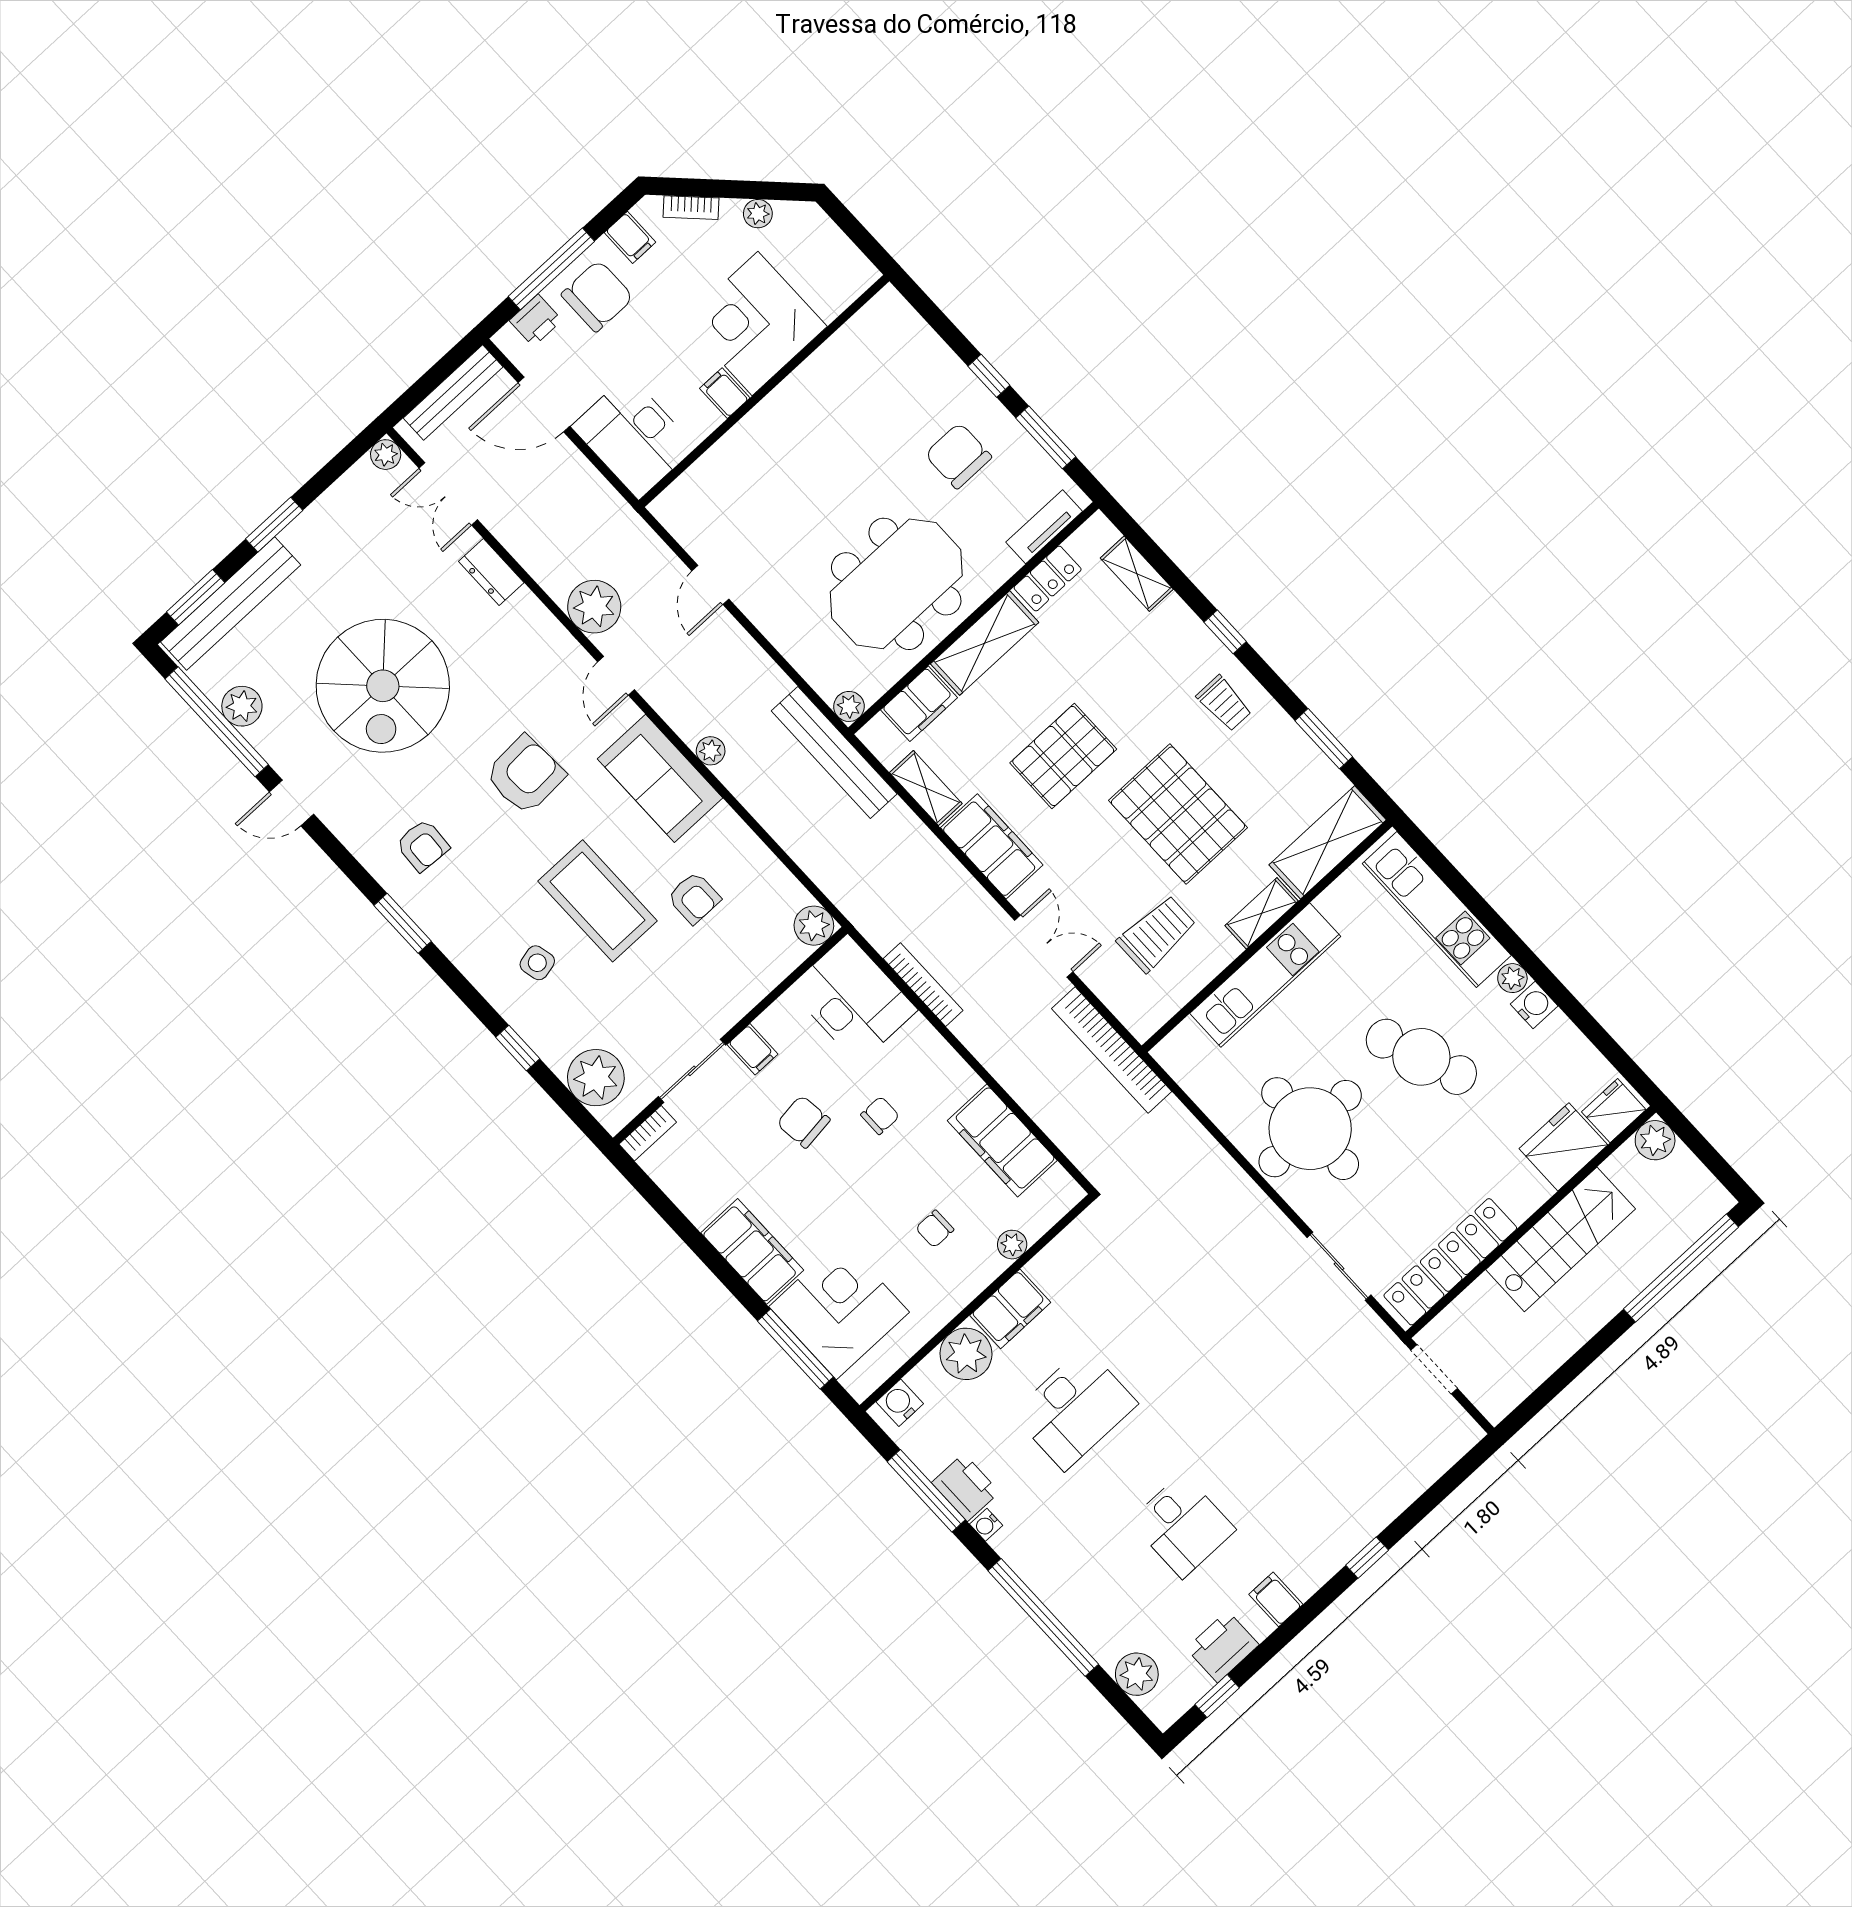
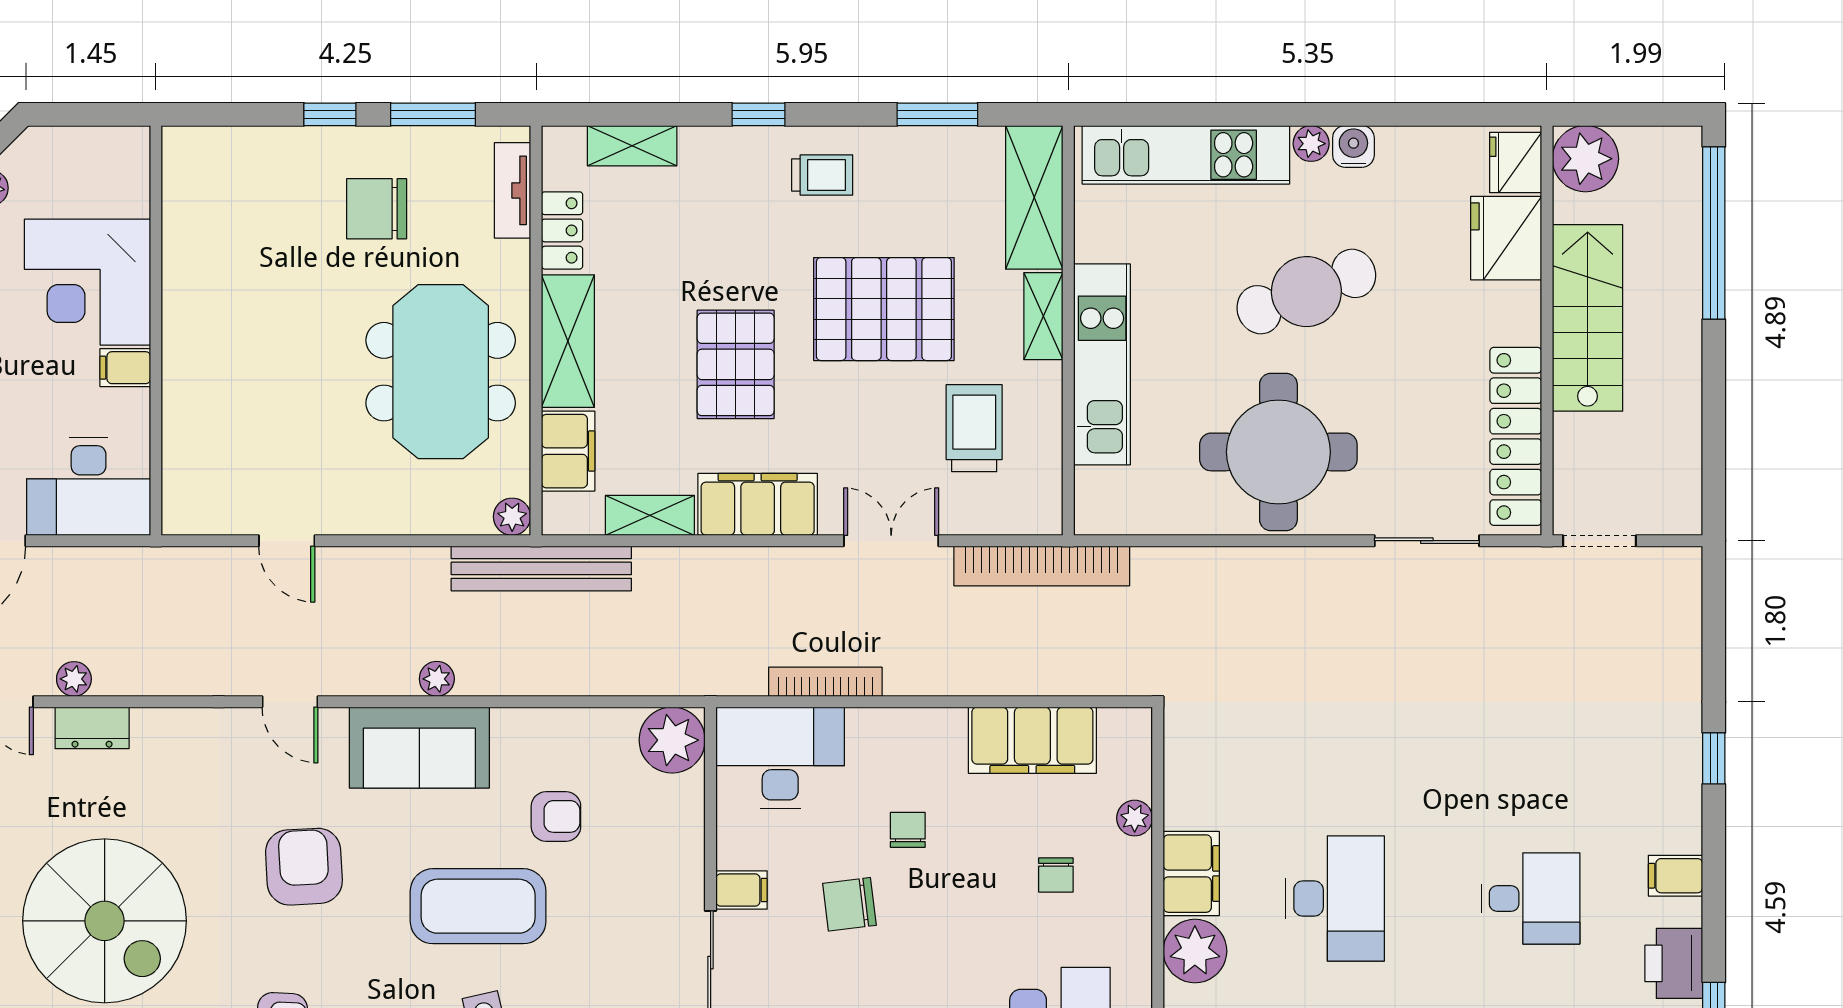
plant: (594, 607) -> (74, 679), moved, width x0.53, depth x0.53
plant: (814, 926) -> (672, 740), width x1.36, depth x1.36
plant: (1655, 1140) -> (1585, 159), width x1.36, depth x1.36

